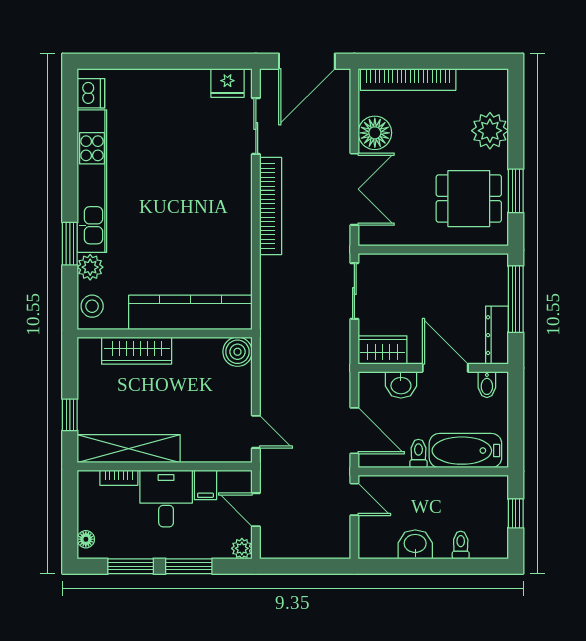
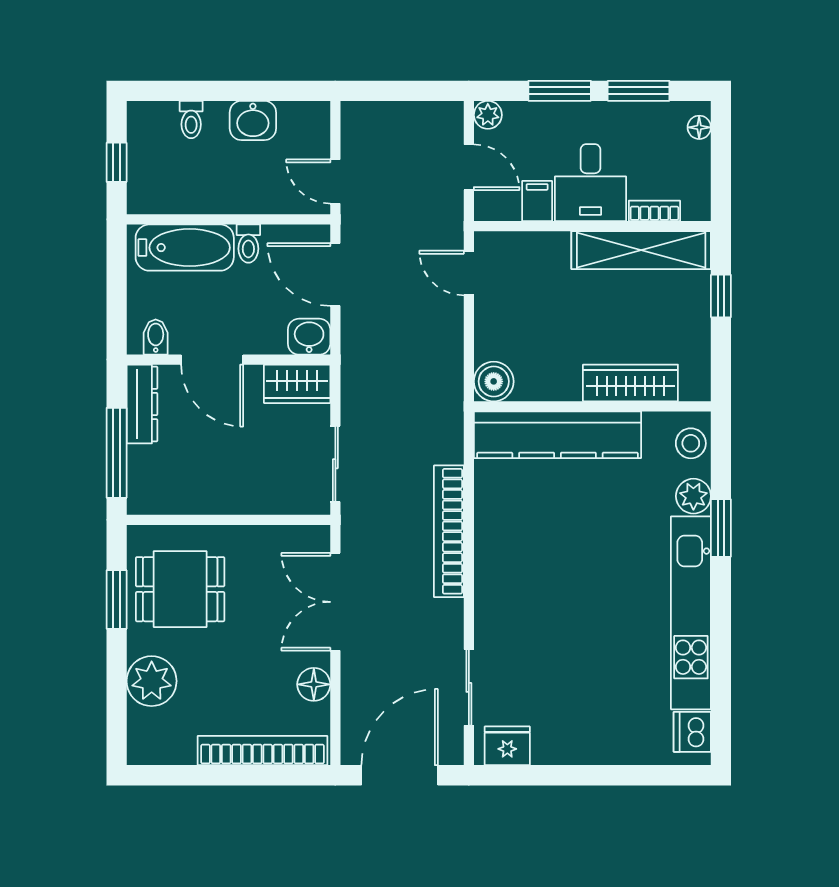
floor lamp: (375, 133) -> (314, 684), width x0.73, depth x0.73
bookcase: (271, 206) -> (449, 531), moved
washbasin: (401, 385) -> (309, 337), moved

